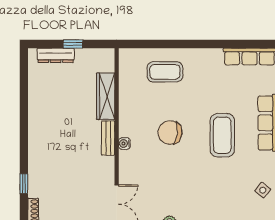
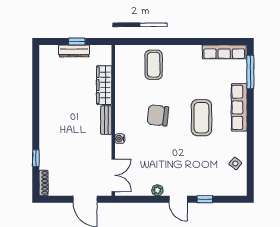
dresser: (56, 55) -> (74, 51), moved
coffee table: (165, 72) -> (154, 65), turned 90
water cooler: (124, 144) -> (120, 139), moved

